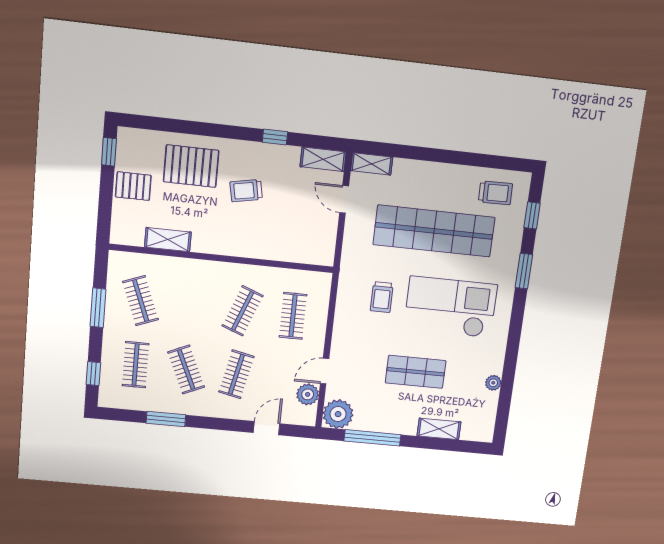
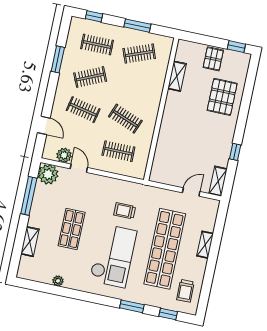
shelving: (372, 164) -> (205, 245), moved
trolley: (246, 191) -> (203, 130), removed

